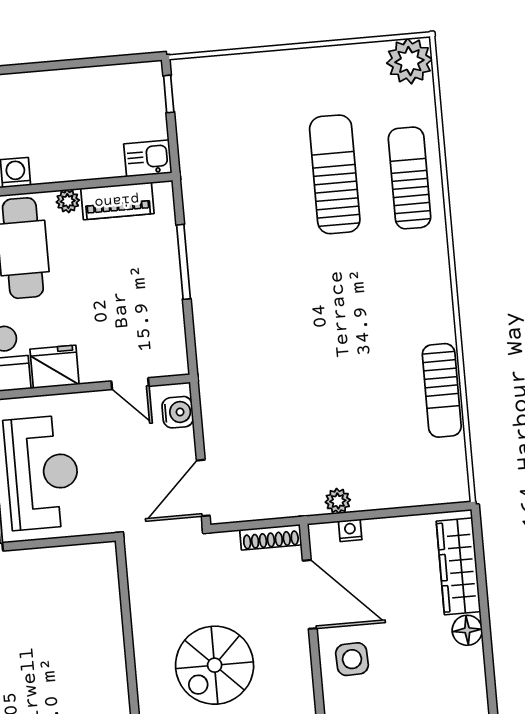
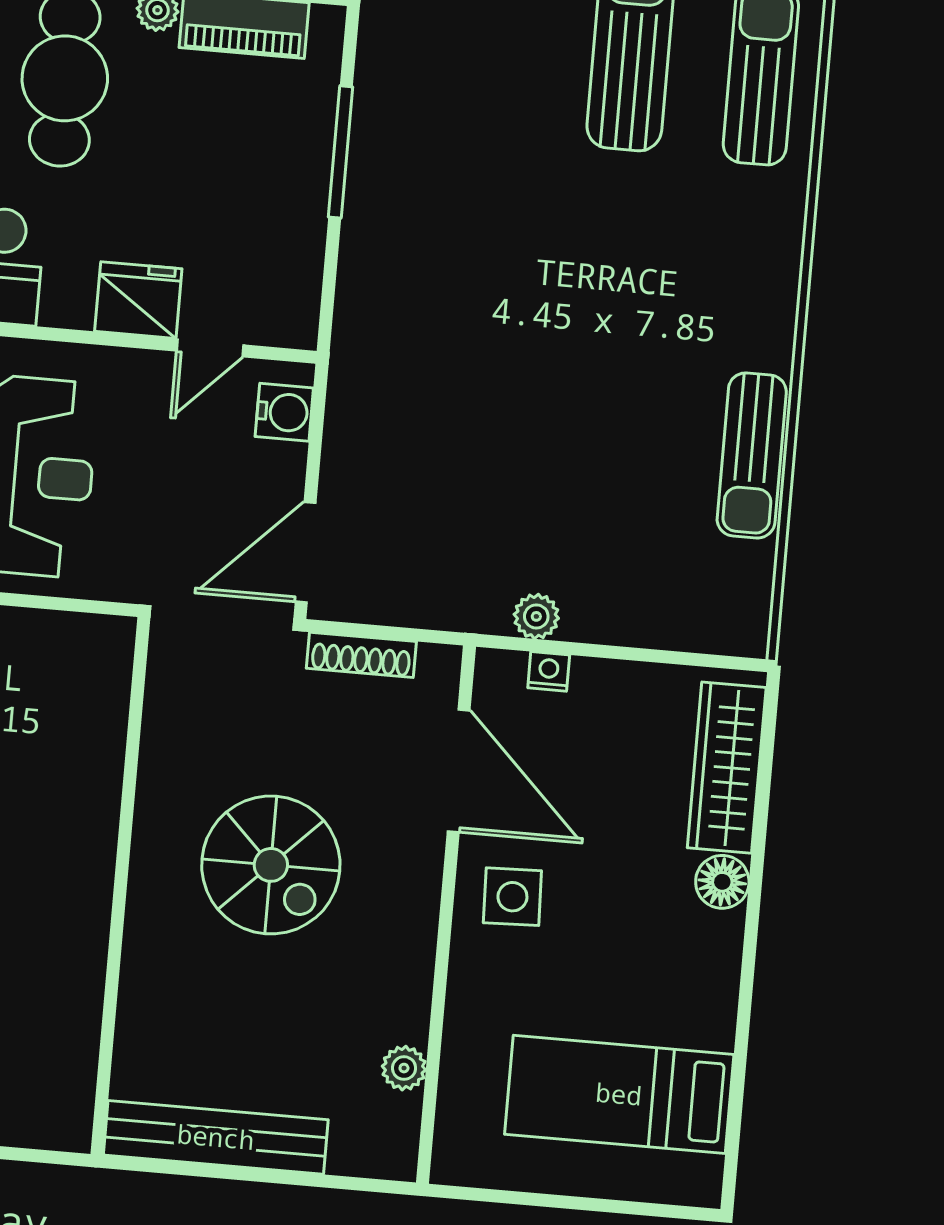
fridge: (55, 367) -> (138, 300), moved
door: (130, 384) -> (210, 348), hinge flipped
shoe rack: (271, 537) -> (361, 655), moved
spiral stairs: (215, 665) -> (271, 865), turned -90

